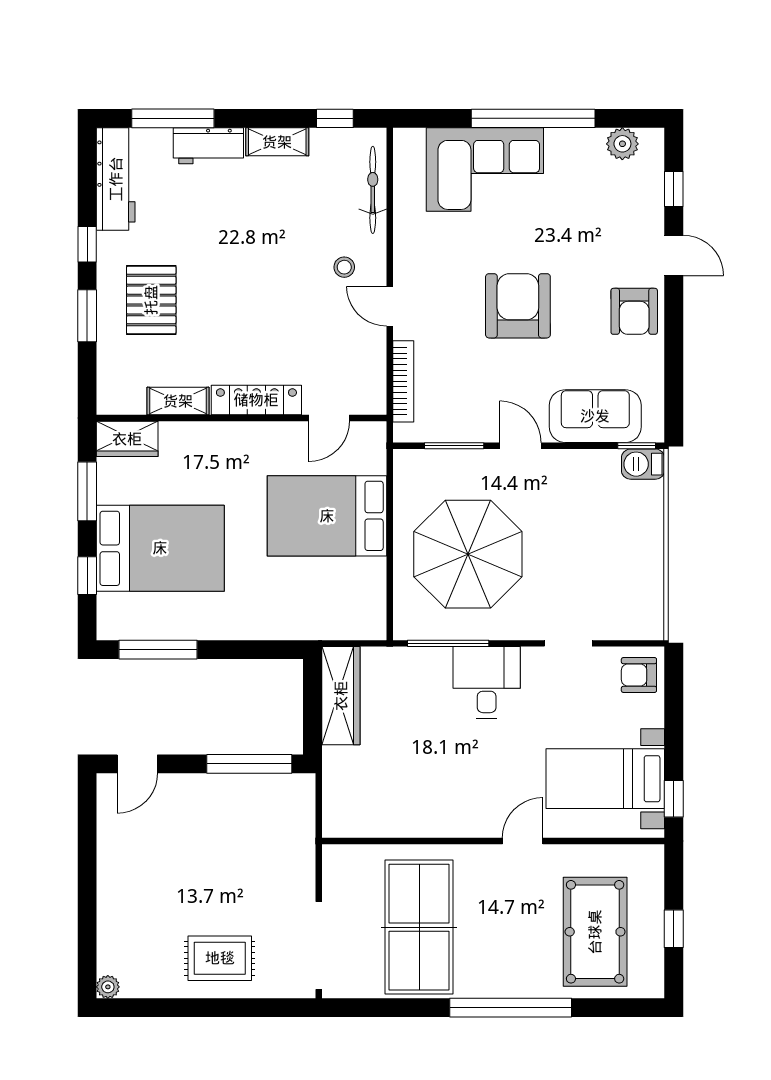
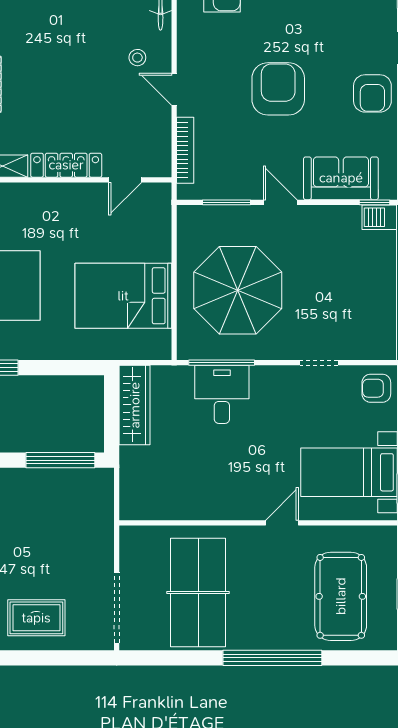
bed: (327, 516) -> (123, 296), moved
desk: (487, 682) -> (222, 394), moved

